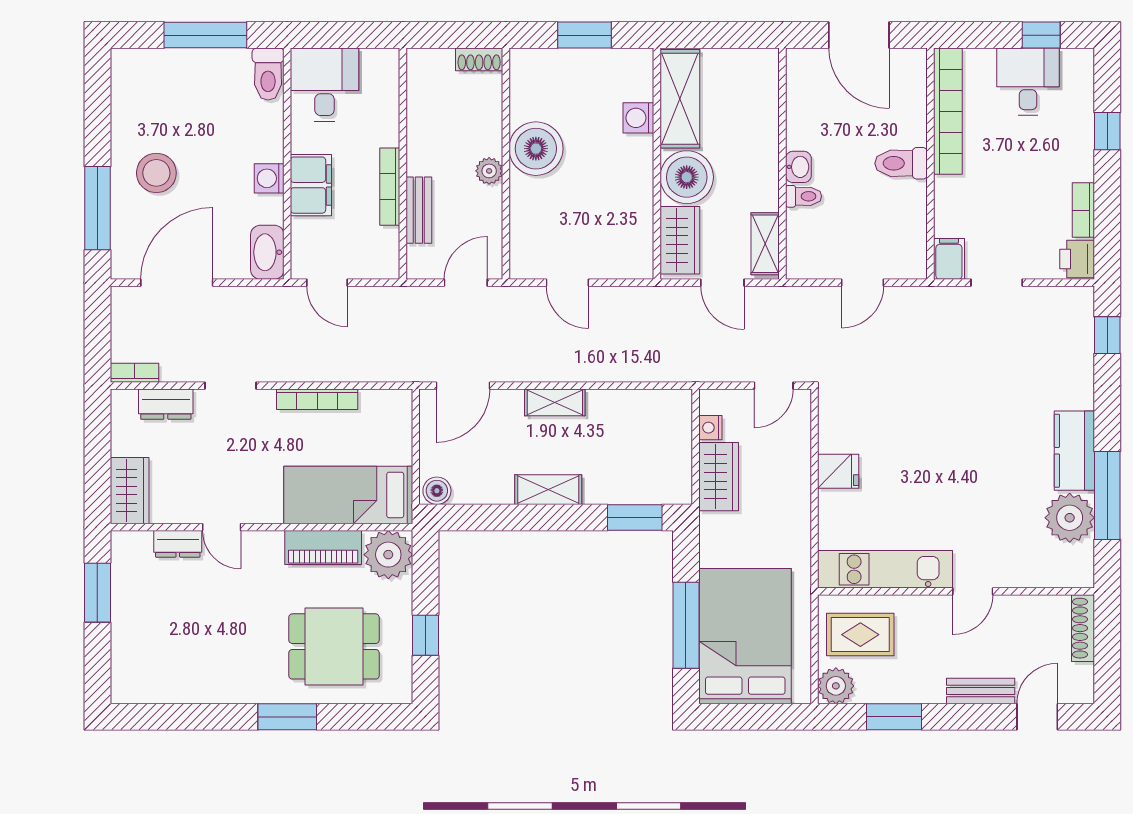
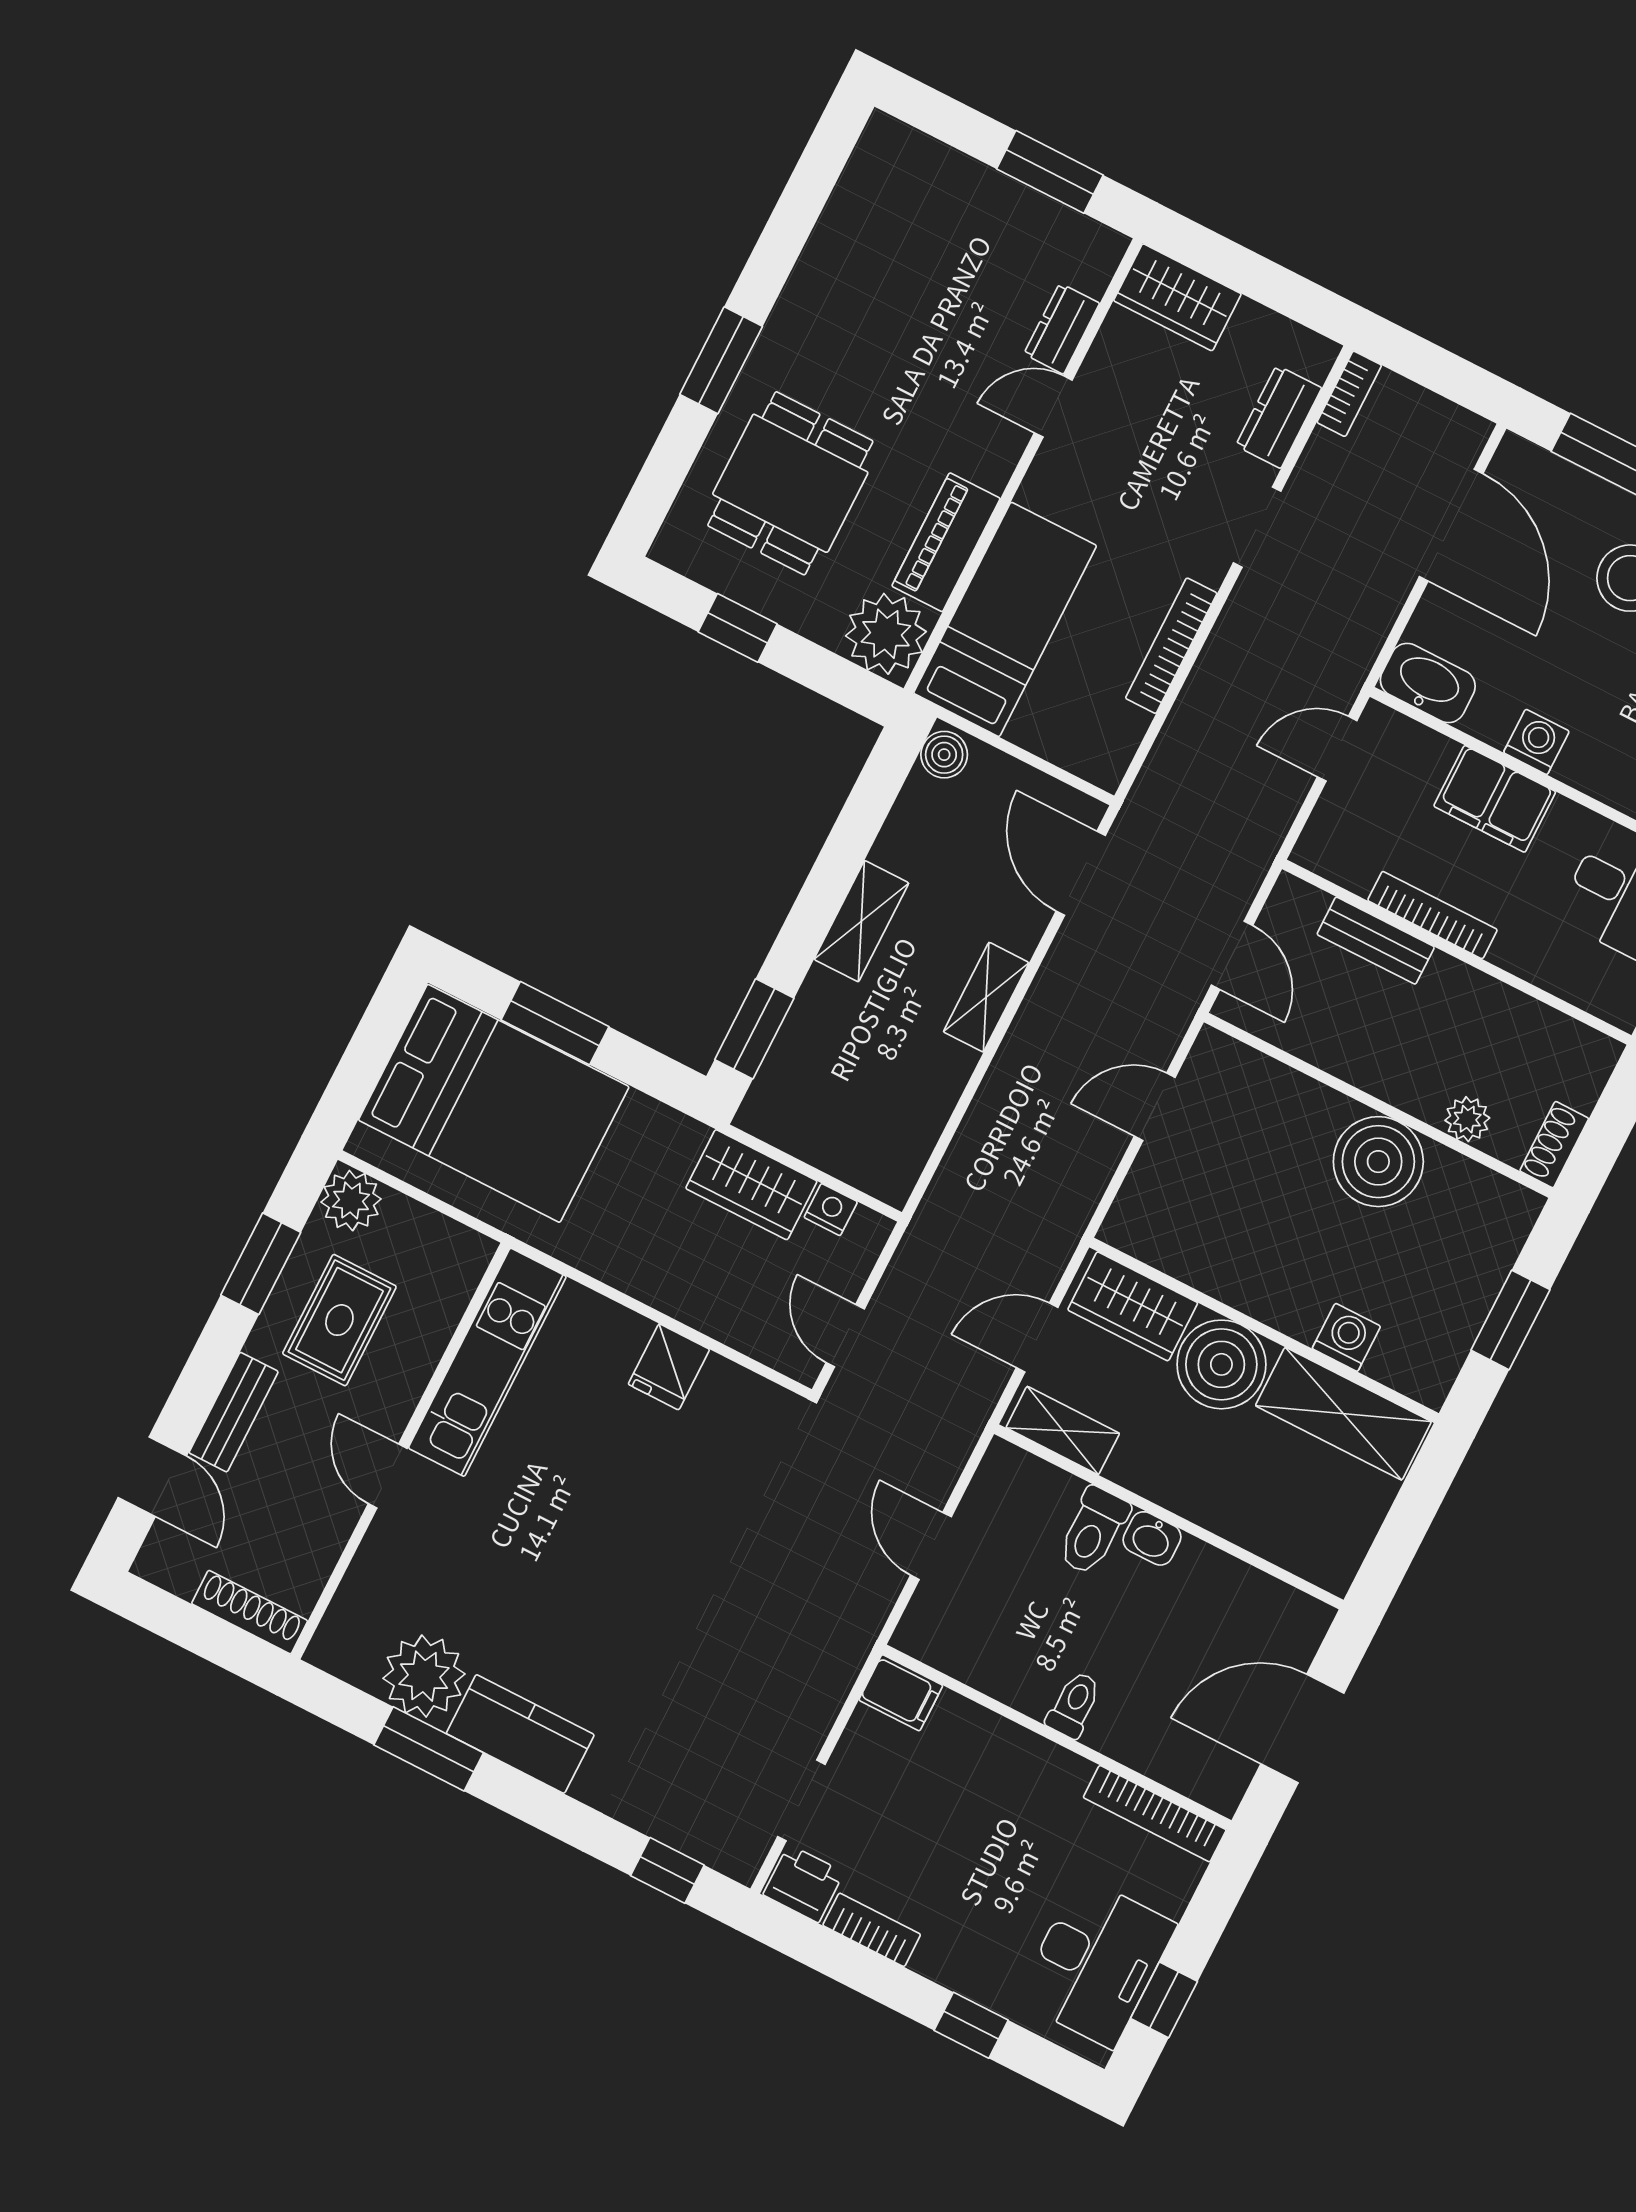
desk: (1028, 82) -> (1096, 1962), width x1.37
bookcase: (948, 111) -> (1155, 1814), width x0.68, depth x0.76
toilet: (901, 163) -> (1074, 1705), width x0.73, depth x0.72
plant: (489, 171) -> (1467, 1119), moved
toilet: (804, 196) -> (1093, 1531), width x1.37, depth x1.39
doorway: (997, 283) -> (801, 1800), moved
window: (1107, 495) -> (429, 1749), width x0.69
window: (686, 625) -> (555, 1023), width x0.69
rug: (860, 635) -> (339, 1320), moved

